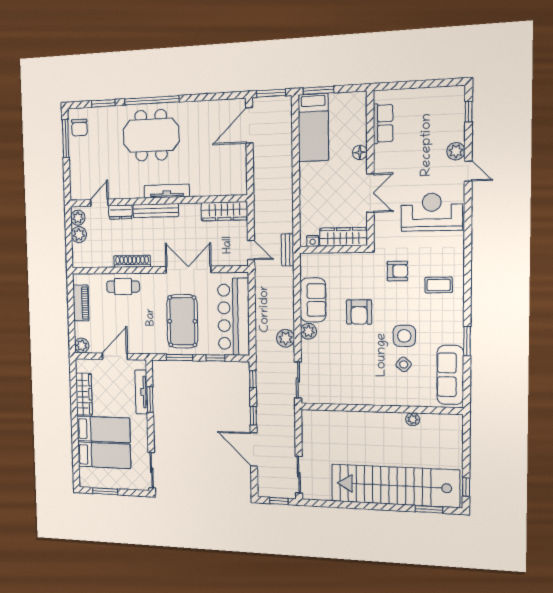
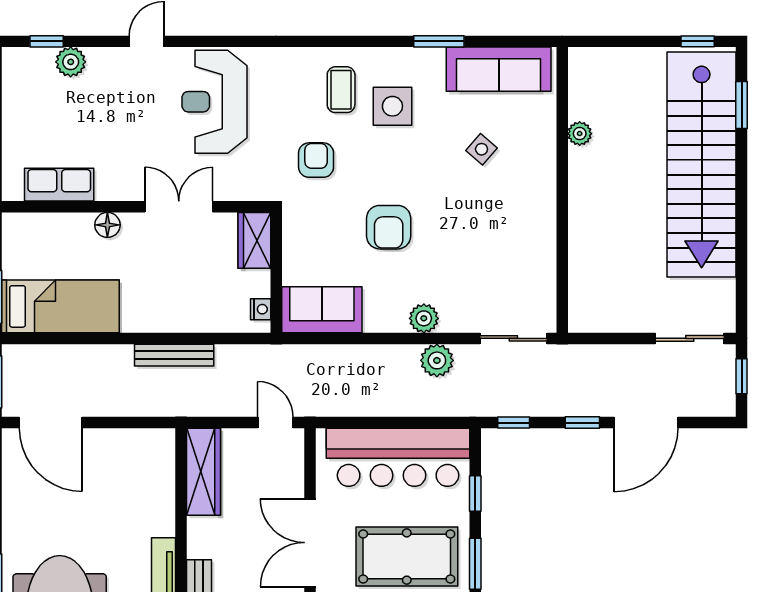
plant: (456, 151) -> (71, 62), moved
wardrobe: (343, 237) -> (254, 240), width x0.67
door: (251, 250) -> (275, 423), hinge flipped
bench: (288, 250) -> (174, 355), moved, width x1.36
sofa: (313, 300) -> (322, 310), moved
armchair: (359, 312) -> (389, 227), turned 90
side table: (404, 336) -> (392, 106), moved

